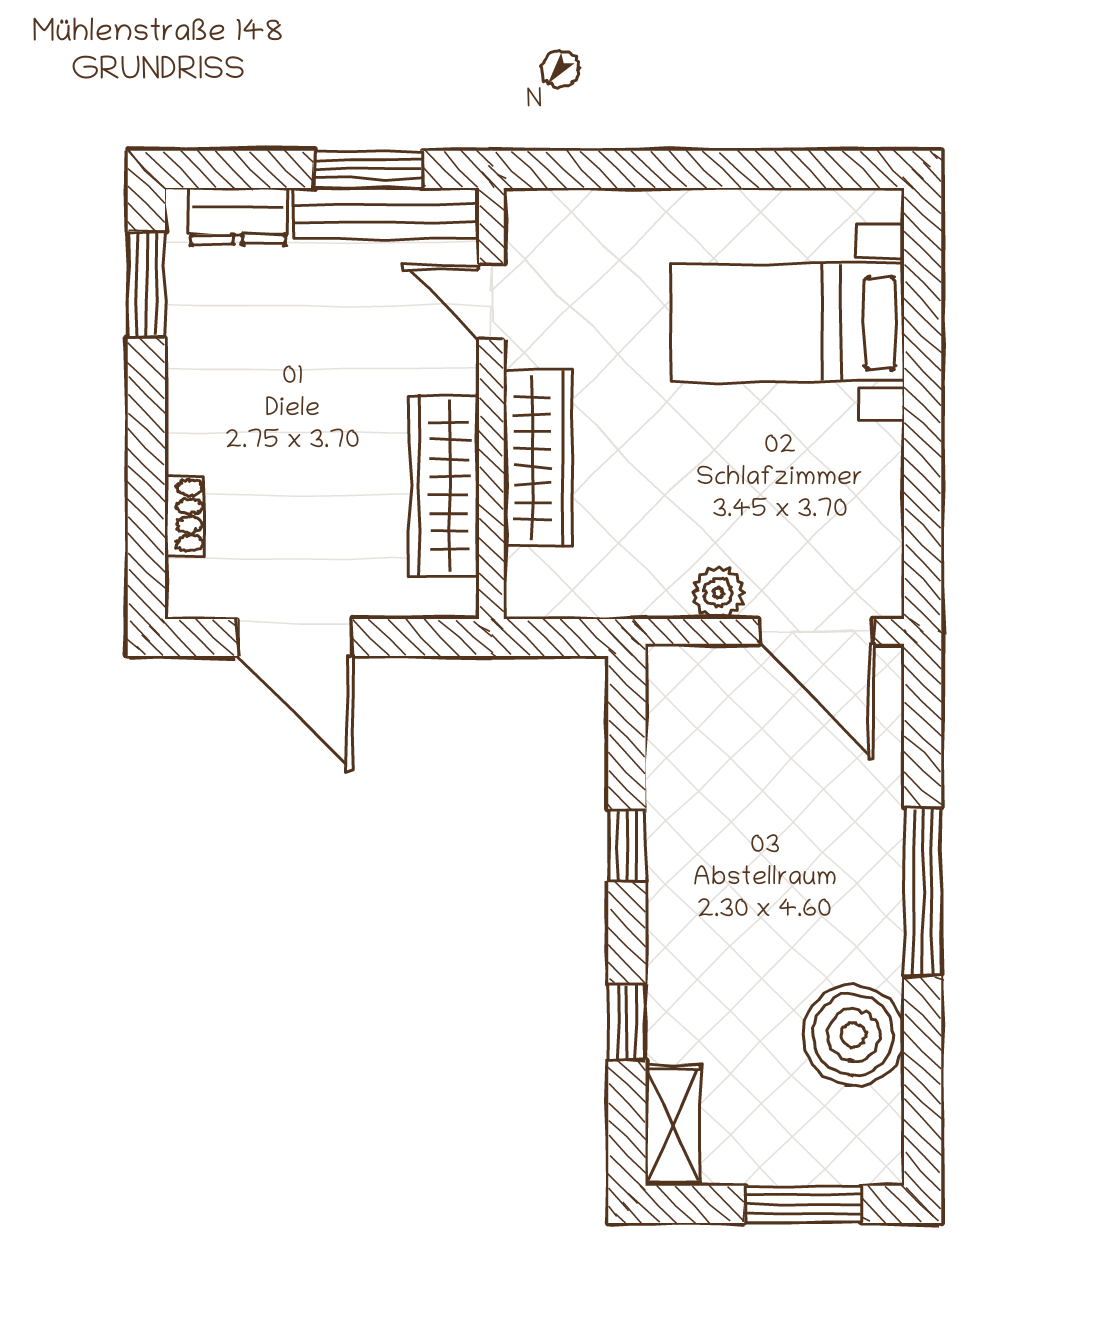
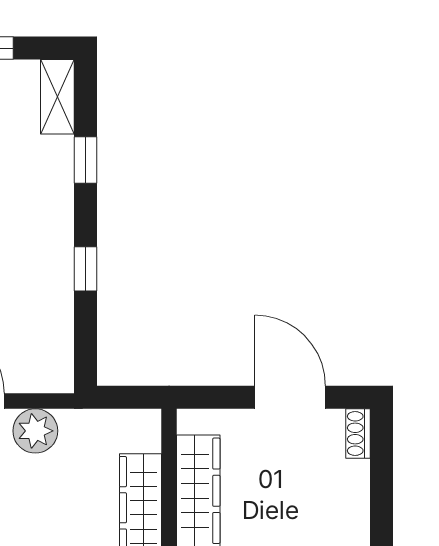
shoe rack: (185, 516) -> (358, 433), moved
plant: (718, 593) -> (35, 431), width x1.38, depth x1.38

